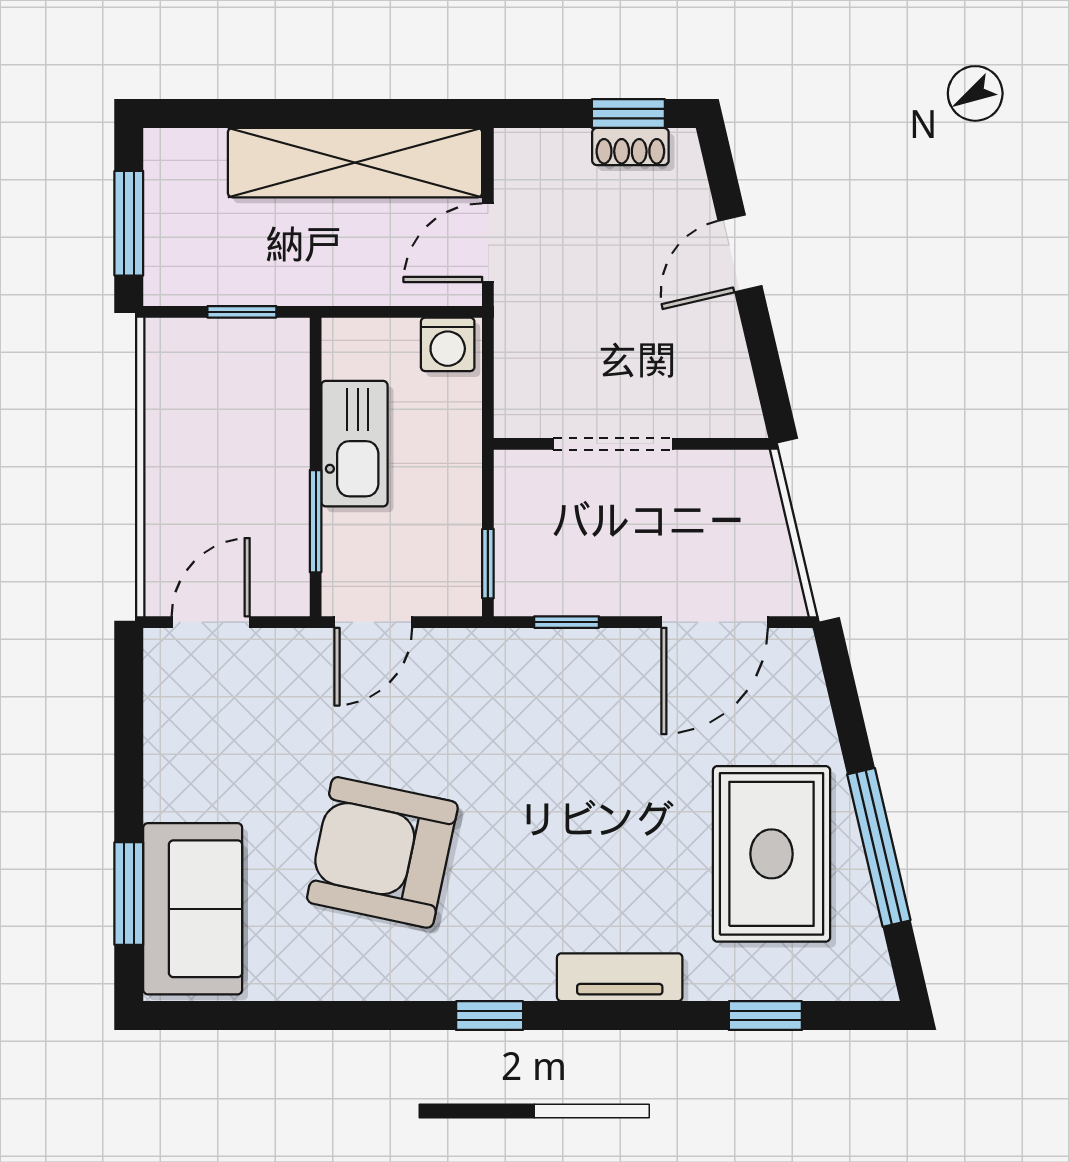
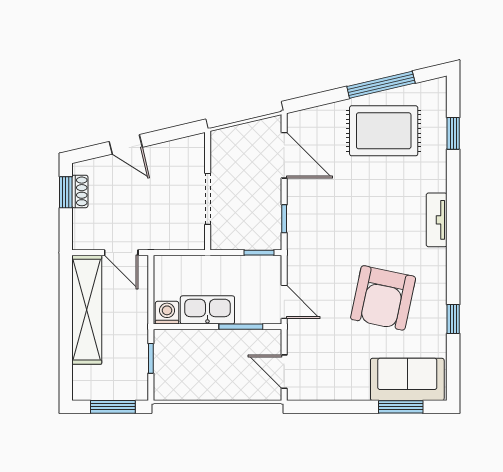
washing machine: (448, 344) -> (167, 313), moved, turned -90
tv unit: (620, 977) -> (437, 220), moved
window: (490, 1016) -> (453, 319), moved

